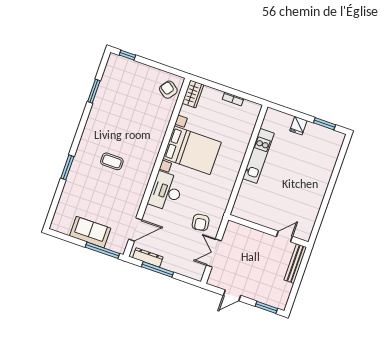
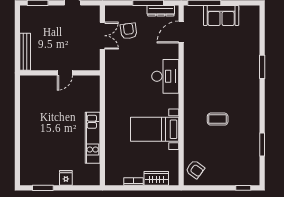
wardrobe: (193, 94) -> (156, 178), moved, turned 90
bed with nightstands: (192, 150) -> (155, 129), width x0.73
coffee table: (112, 161) -> (218, 119), moved
armchair: (201, 222) -> (129, 31), moved
door: (284, 237) -> (65, 73), moved

